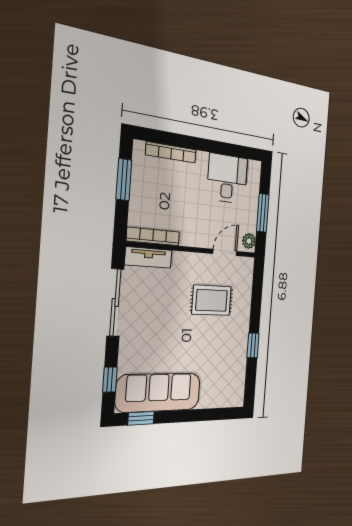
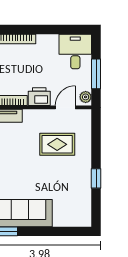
desk: (227, 179) -> (75, 51), moved
printer: (194, 235) -> (39, 97), added

